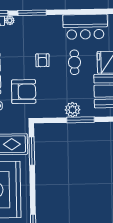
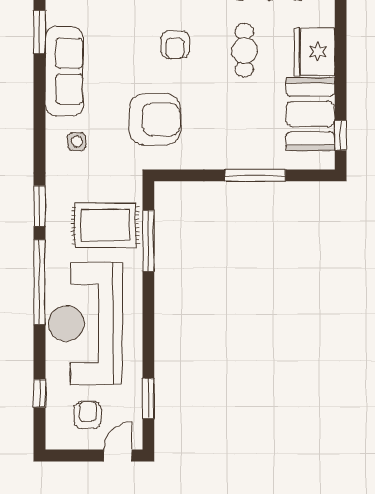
armchair: (24, 92) -> (155, 120), moved
plant: (73, 110) -> (238, 153), removed

